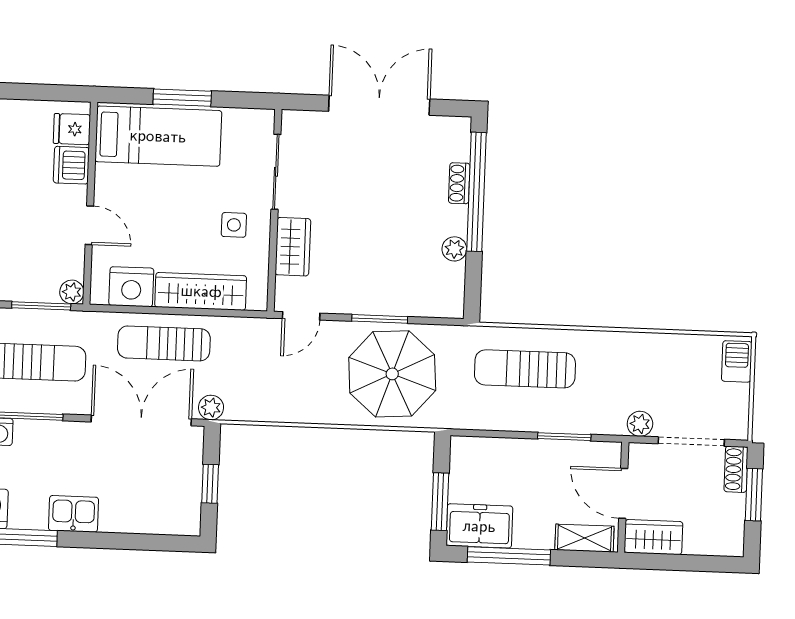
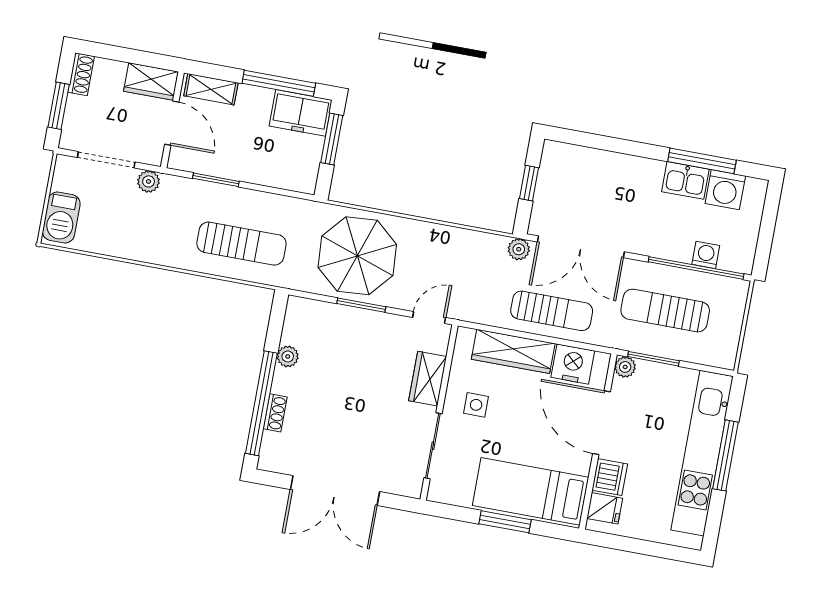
door: (89, 225) -> (601, 423), width x1.88
barbecue: (737, 361) -> (61, 218), width x1.38, depth x1.27
shoe rack: (736, 469) -> (81, 74), moved
kitchen sink: (74, 514) -> (685, 180), moved

